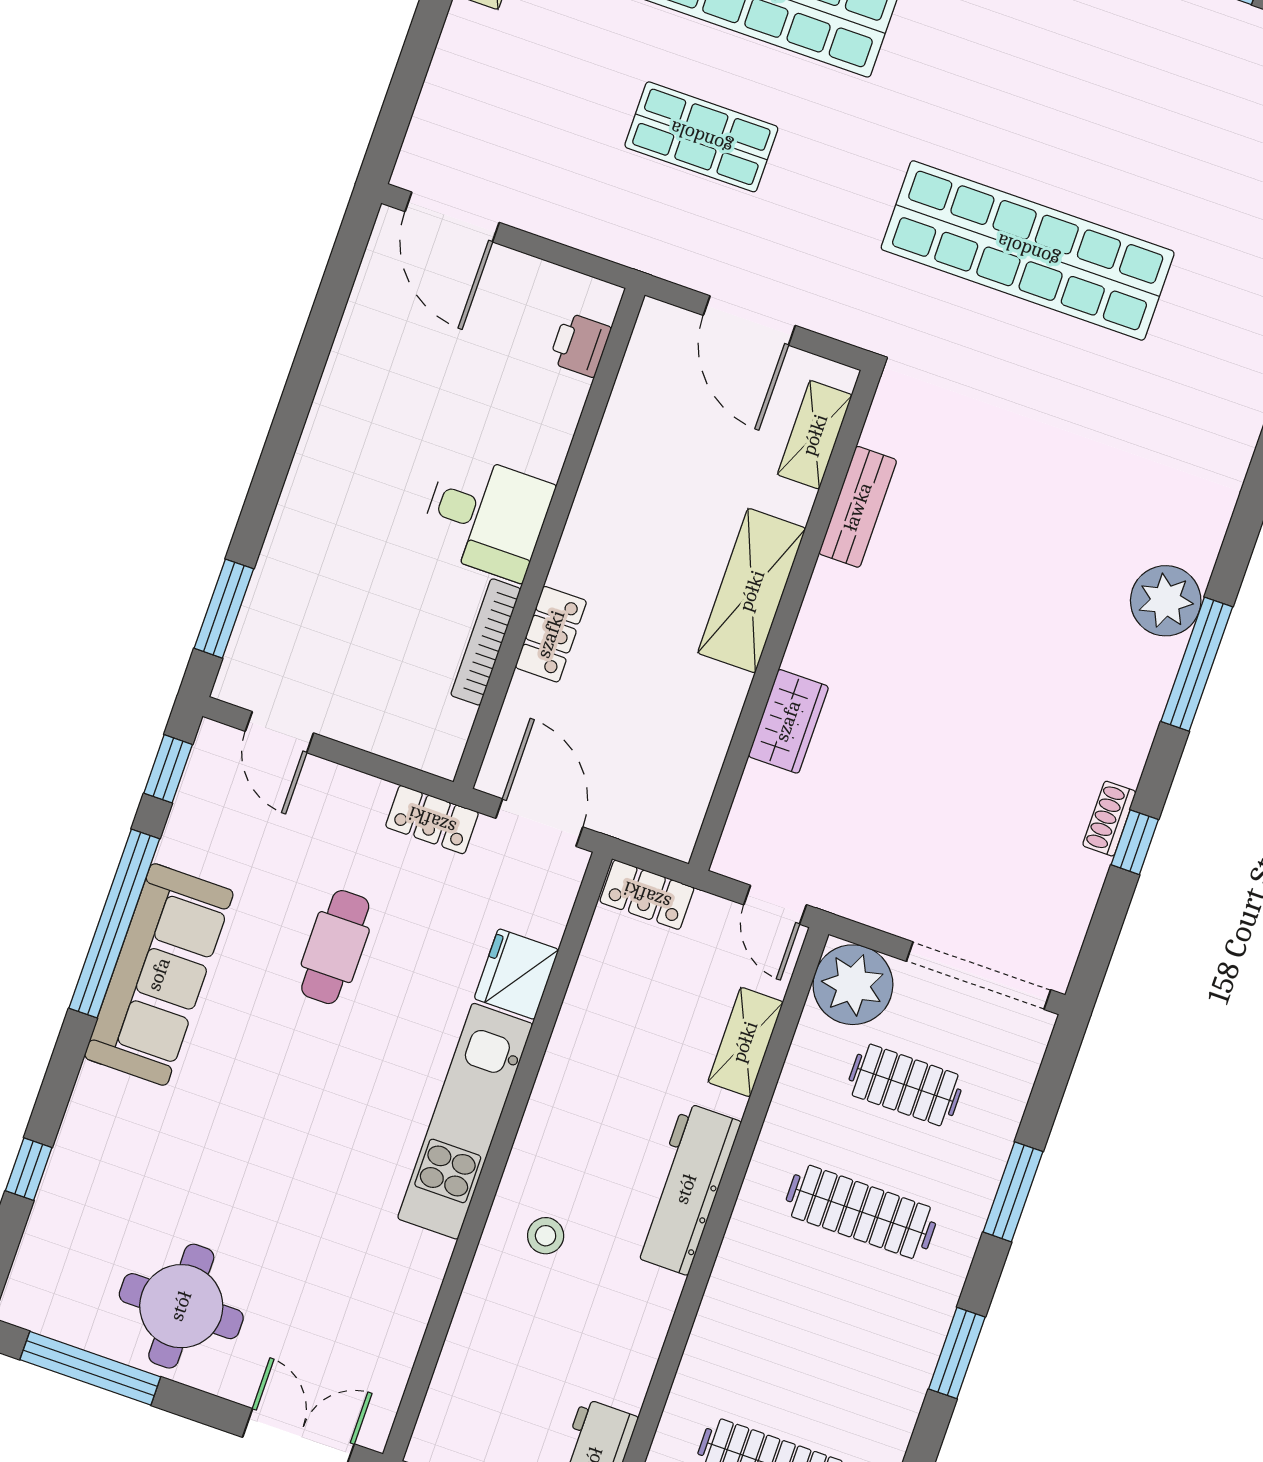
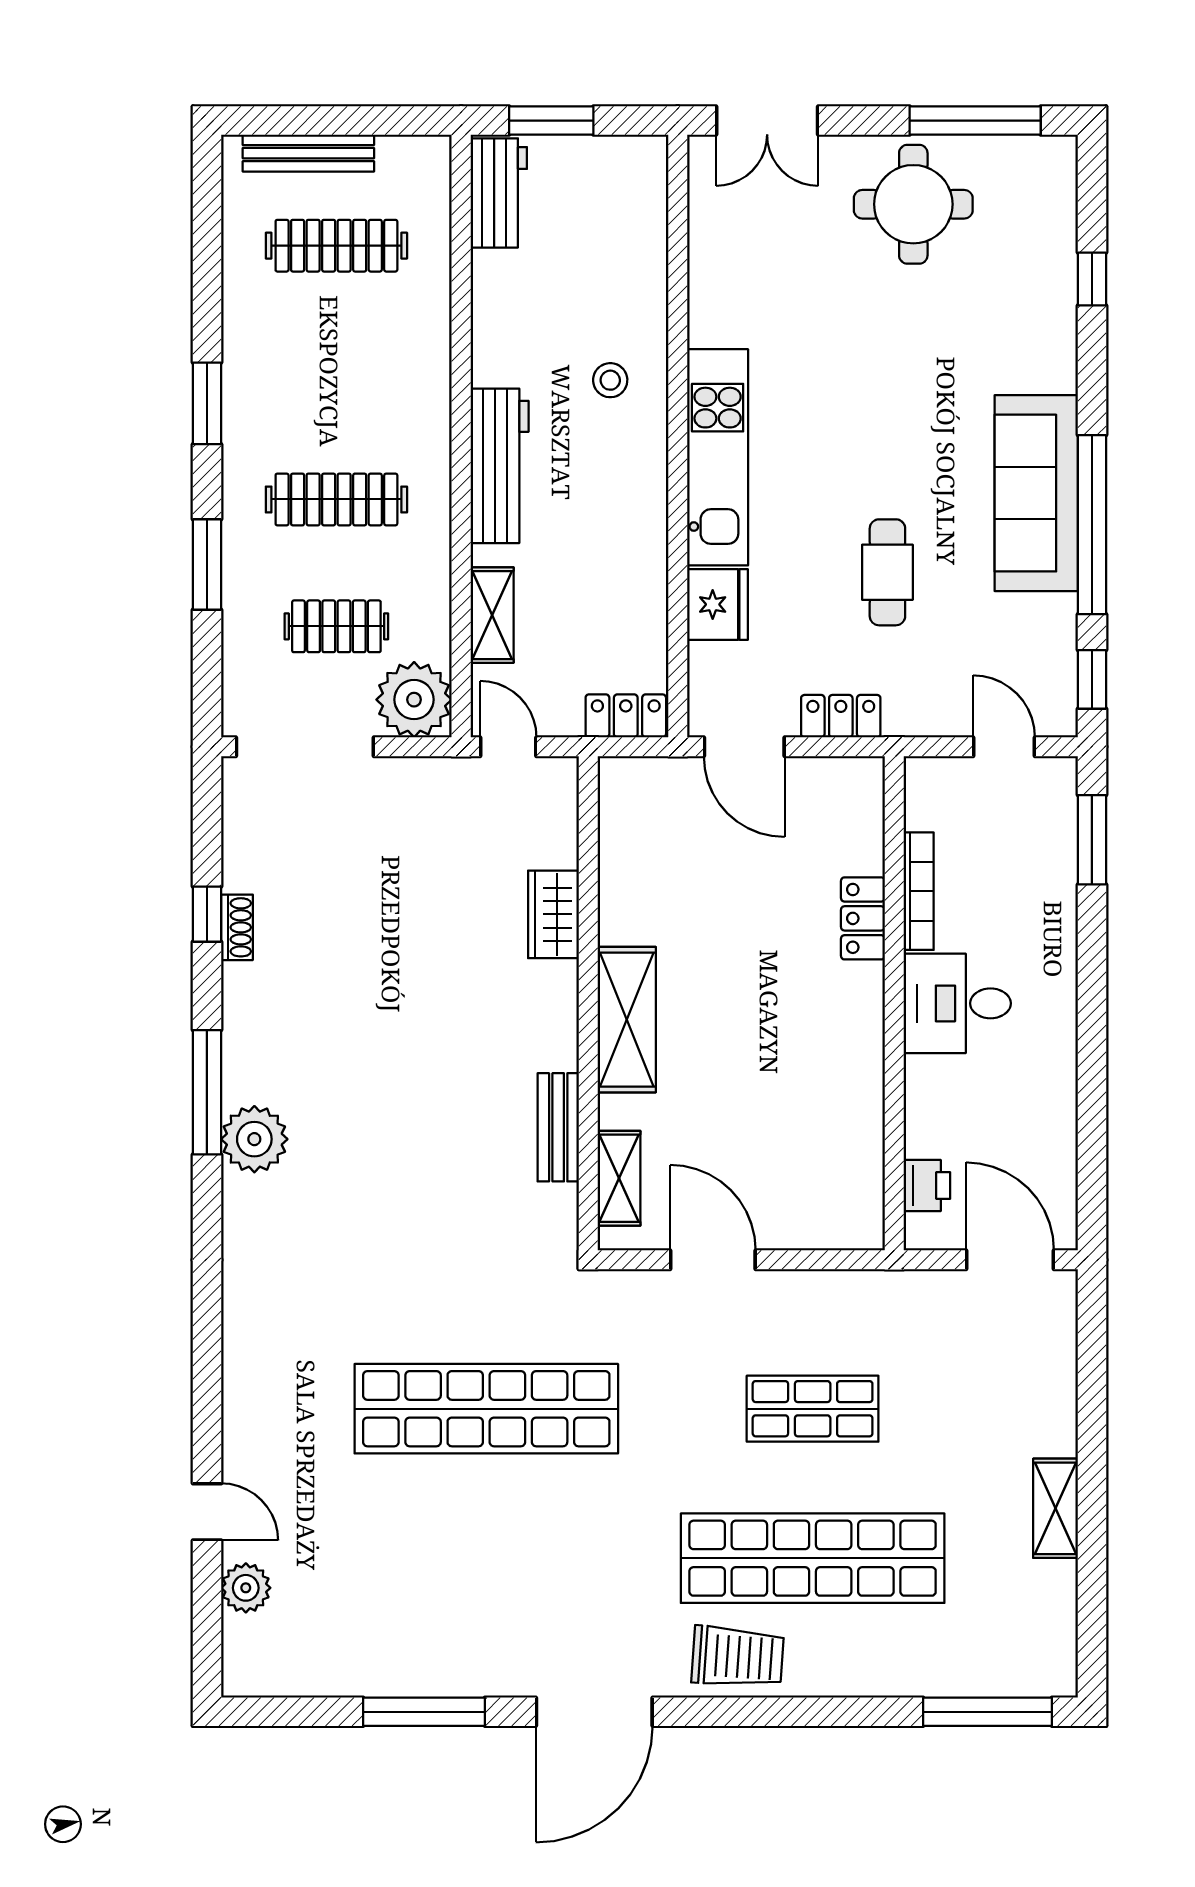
printer: (580, 345) -> (927, 1186), moved
desk: (486, 516) -> (957, 1003), moved
wall: (549, 538) -> (894, 1003), moved
locker: (551, 634) -> (863, 918), moved
bookcase: (486, 642) -> (919, 891), moved

